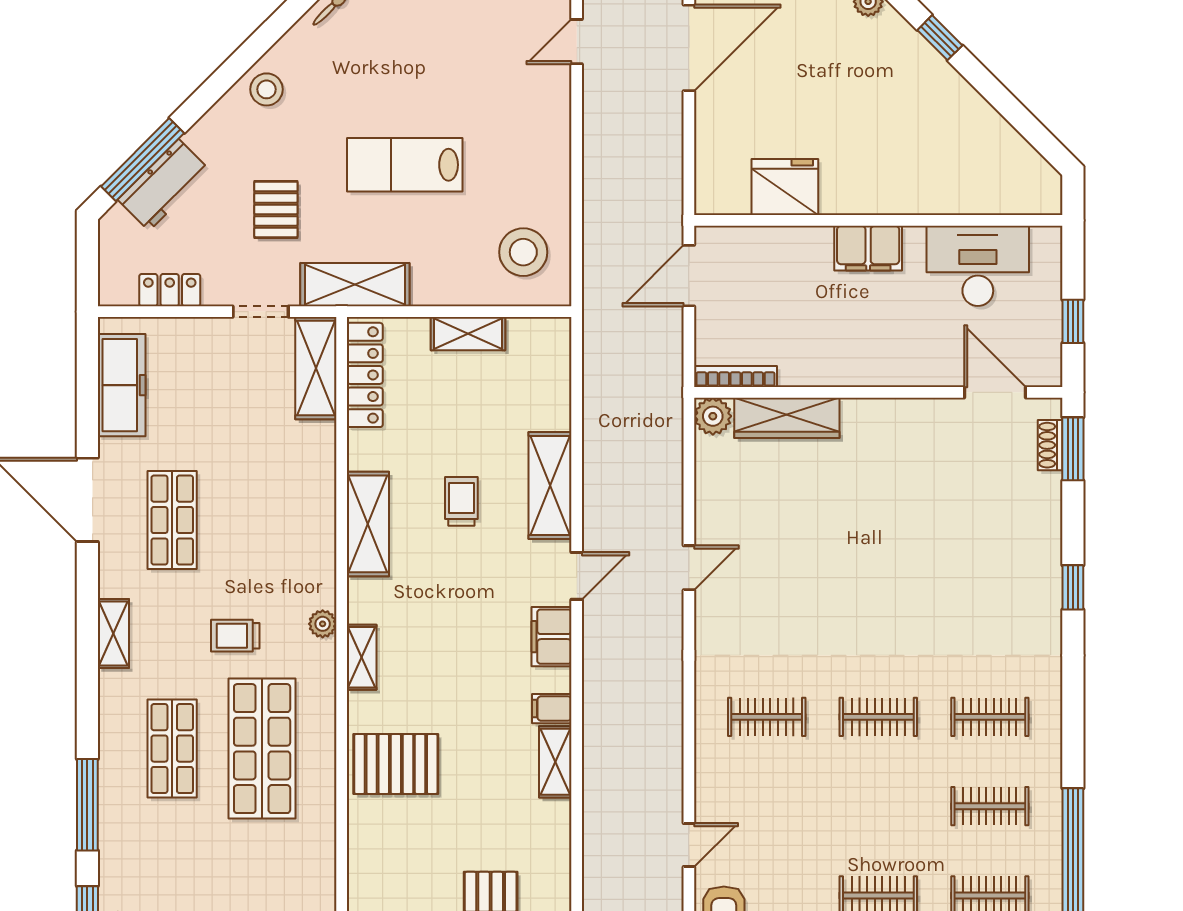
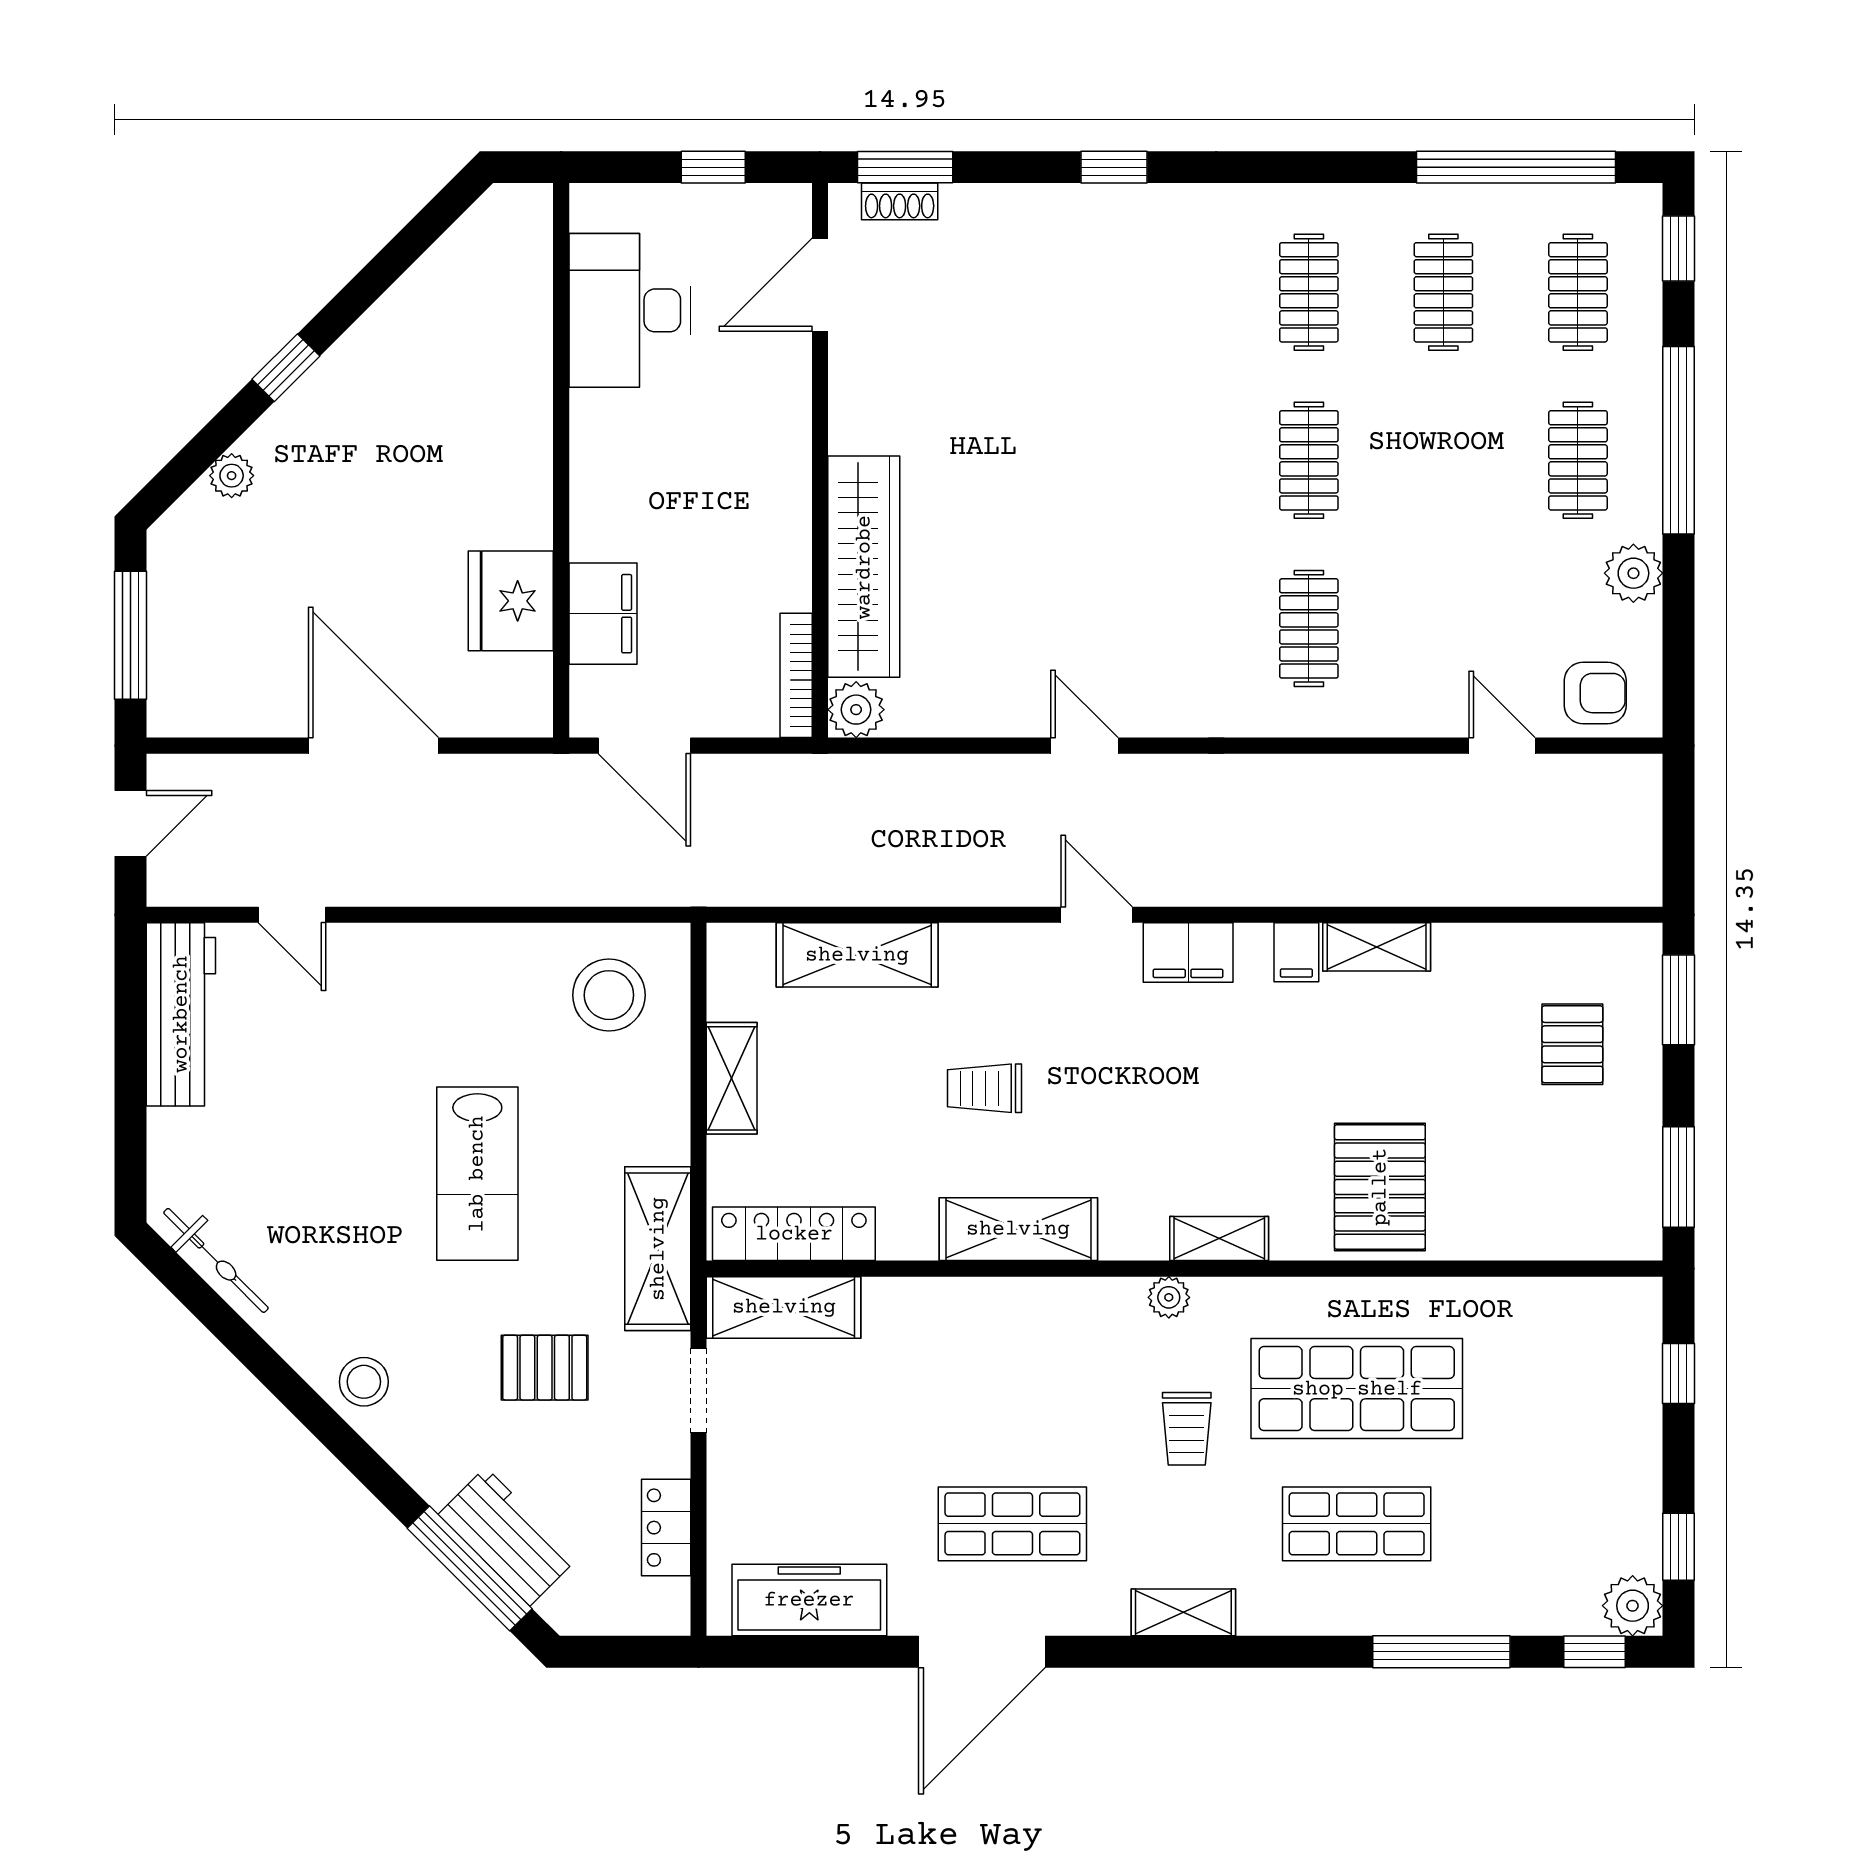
door: (689, 48) -> (373, 746), moved
filing cabinet: (868, 248) -> (603, 614), moved
wardrobe: (787, 418) -> (864, 567), width x1.40, depth x1.17
shelving: (550, 485) -> (857, 955), moved

